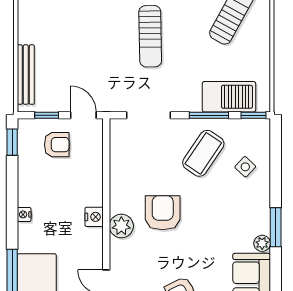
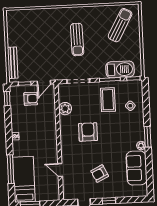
door: (83, 115) -> (44, 83), swing flipped
coffee table: (203, 153) -> (108, 100), turned -34
nightstand: (94, 217) -> (52, 136), removed
plant: (121, 226) -> (65, 109), moved

